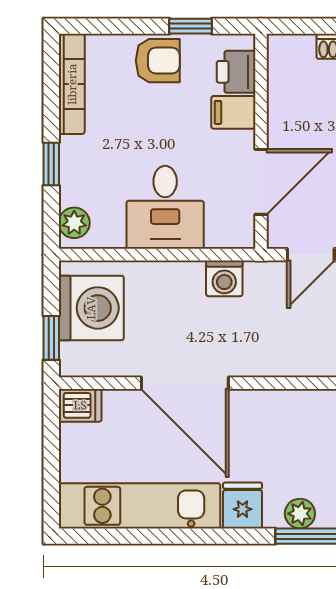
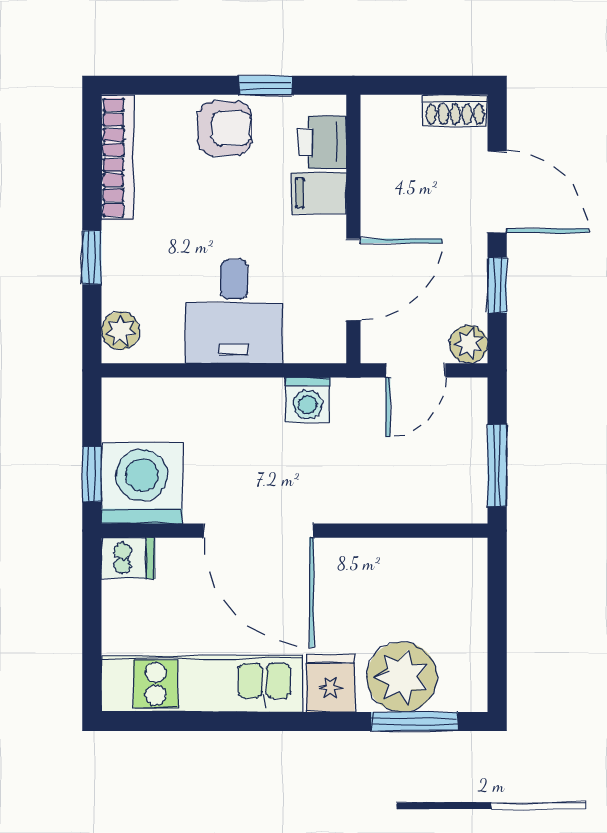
washing machine: (91, 308) -> (142, 483), moved, turned -90
plant: (300, 514) -> (402, 677), width x1.88, depth x1.88

